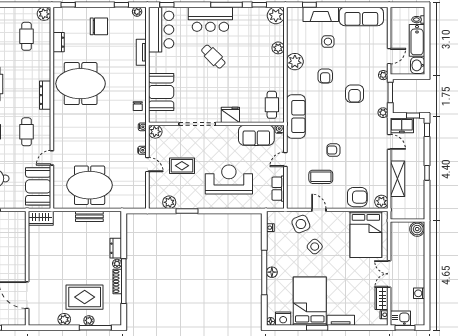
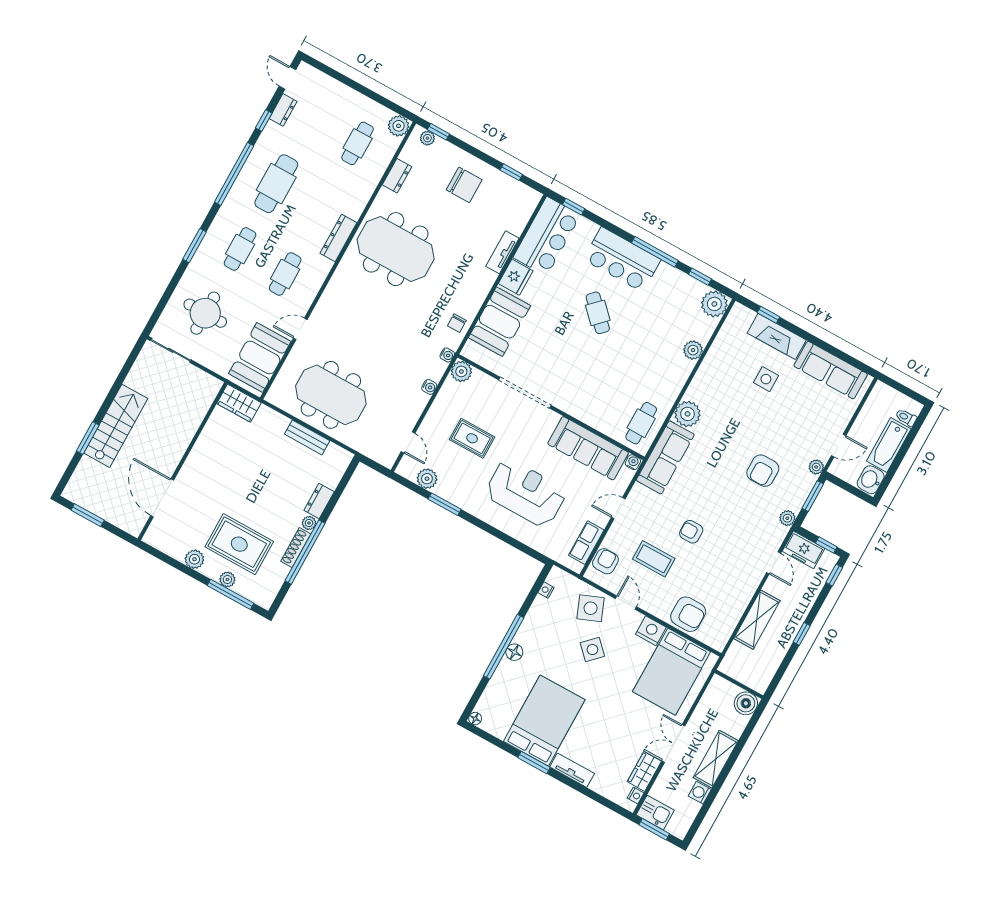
plant: (137, 12) -> (427, 138), moved
plant: (295, 62) -> (688, 414), moved
armchair: (325, 76) -> (605, 561), moved, turned 180
fridge: (230, 115) -> (516, 277), moved, turned 90
sofa: (256, 135) -> (588, 448), width x1.36
door: (147, 165) -> (408, 442), moved
plant: (381, 202) -> (718, 639), removed
shelving: (418, 270) -> (716, 759), added
nightstand: (283, 319) -> (651, 631), moved, turned 180

